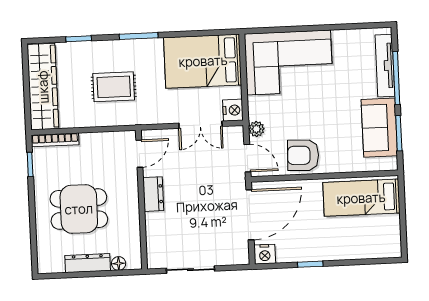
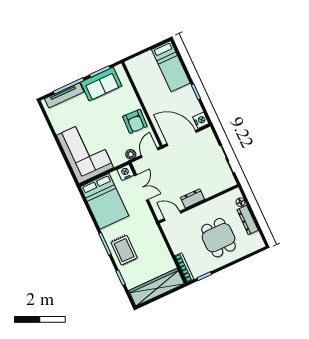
rug: (114, 87) -> (124, 250), moved
bed: (361, 198) -> (171, 66), moved

